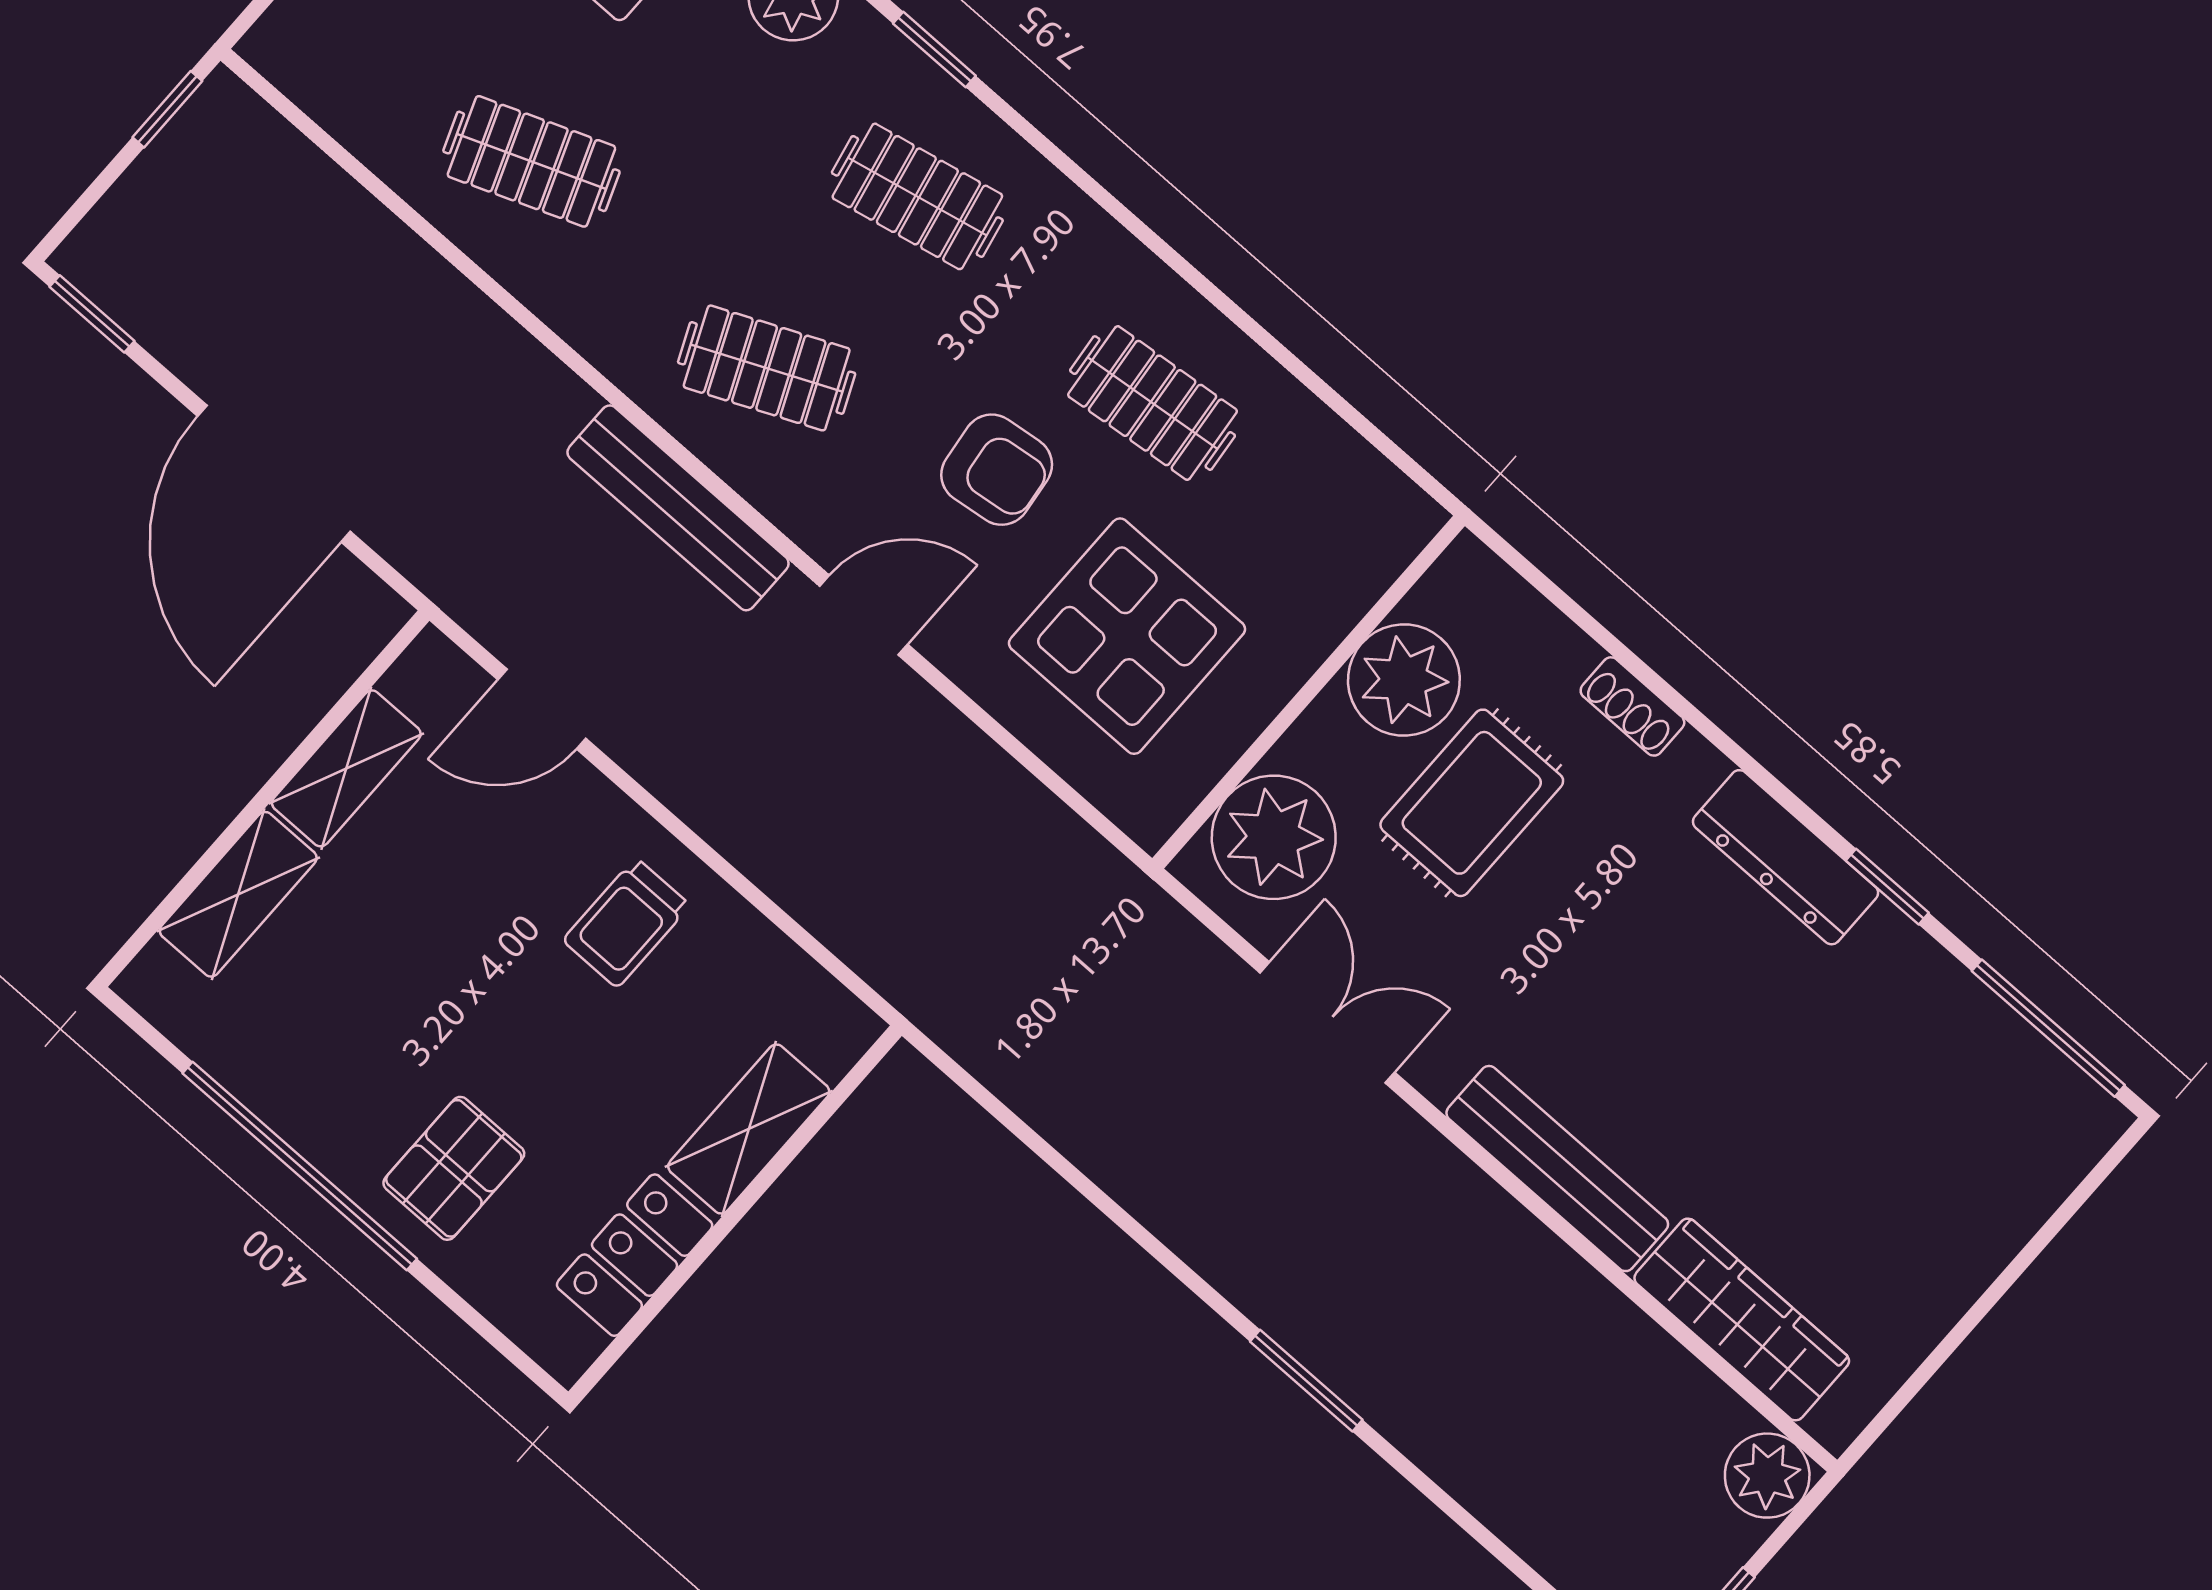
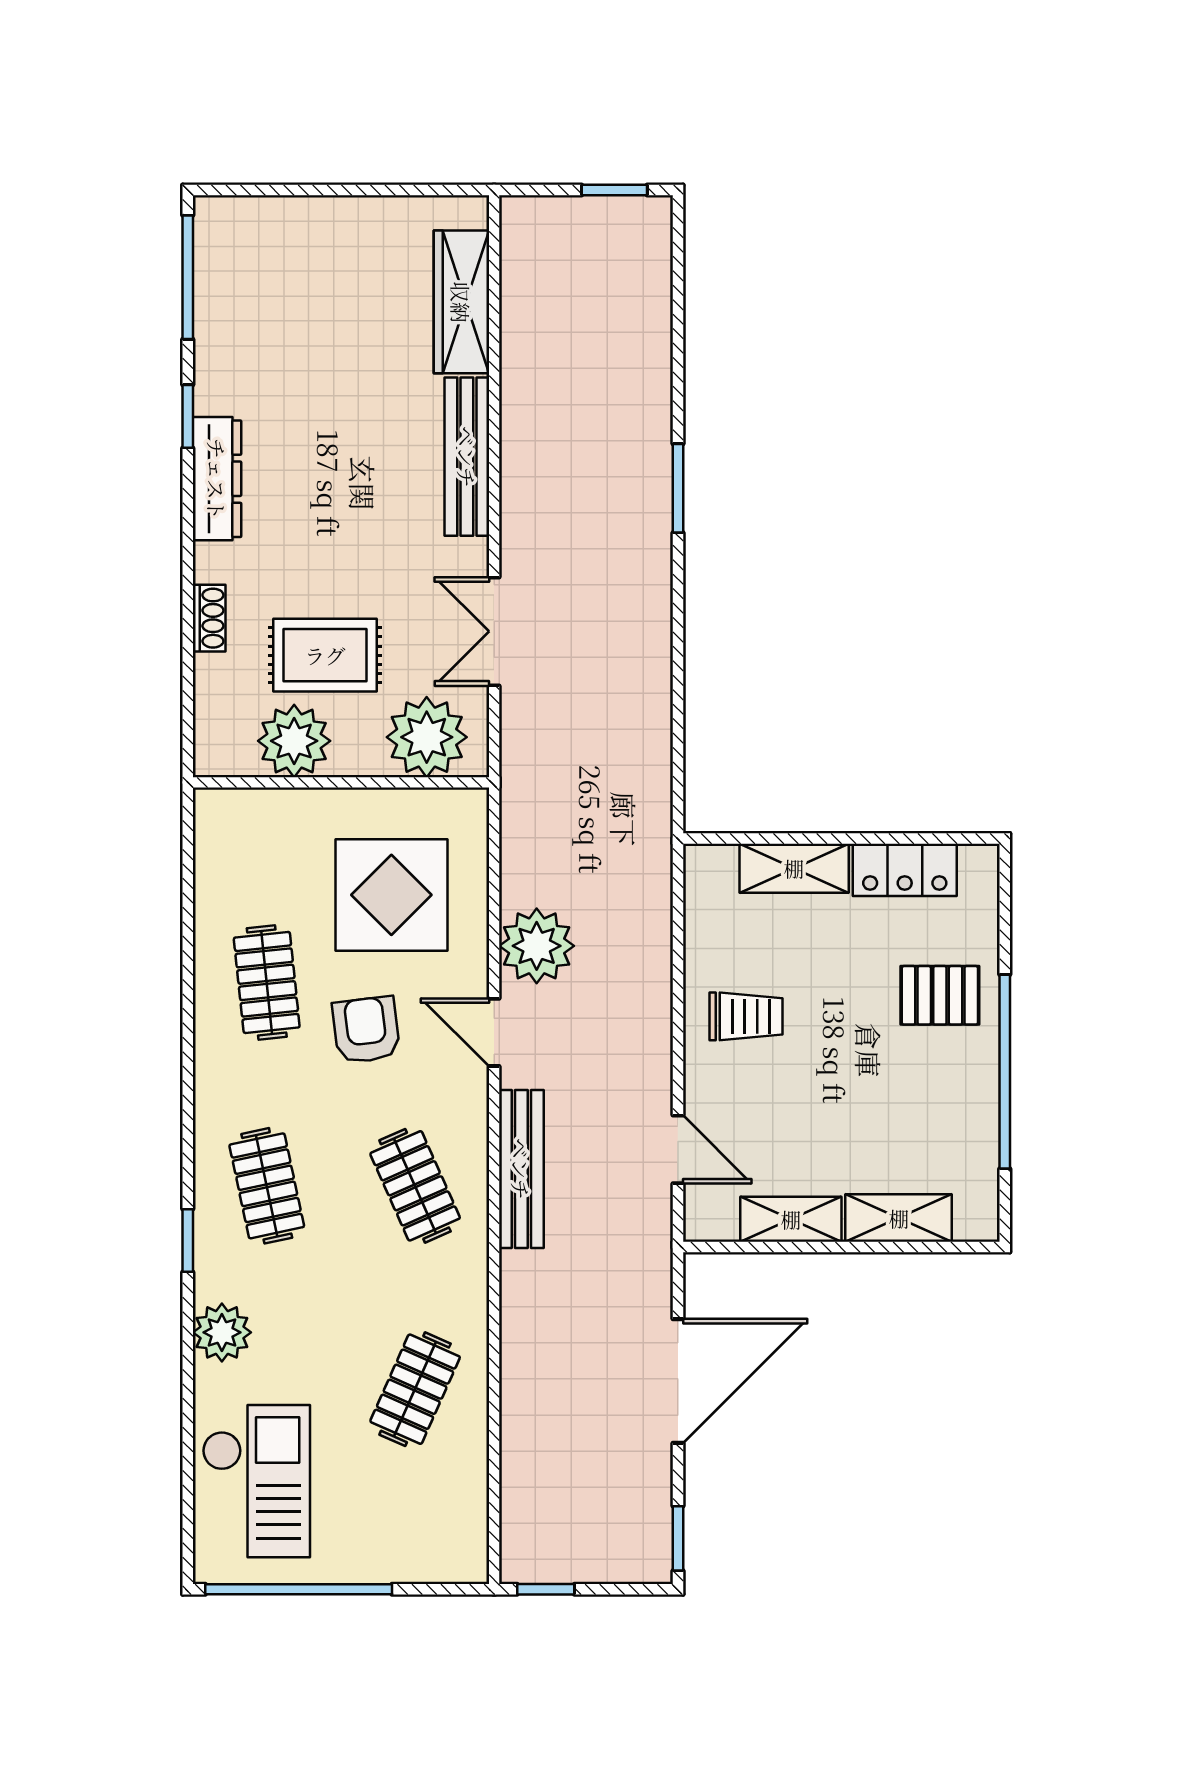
clothes rail: (531, 161) -> (415, 1389), turned 45
plant: (1767, 1476) -> (537, 946), moved, width x1.36, depth x1.36

